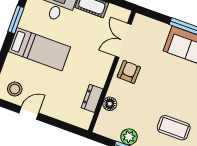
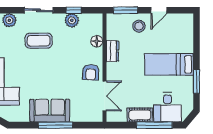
stool: (15, 89) -> (139, 26), moved
dresser: (92, 98) -> (113, 51), moved
window: (66, 126) -> (126, 10), added

